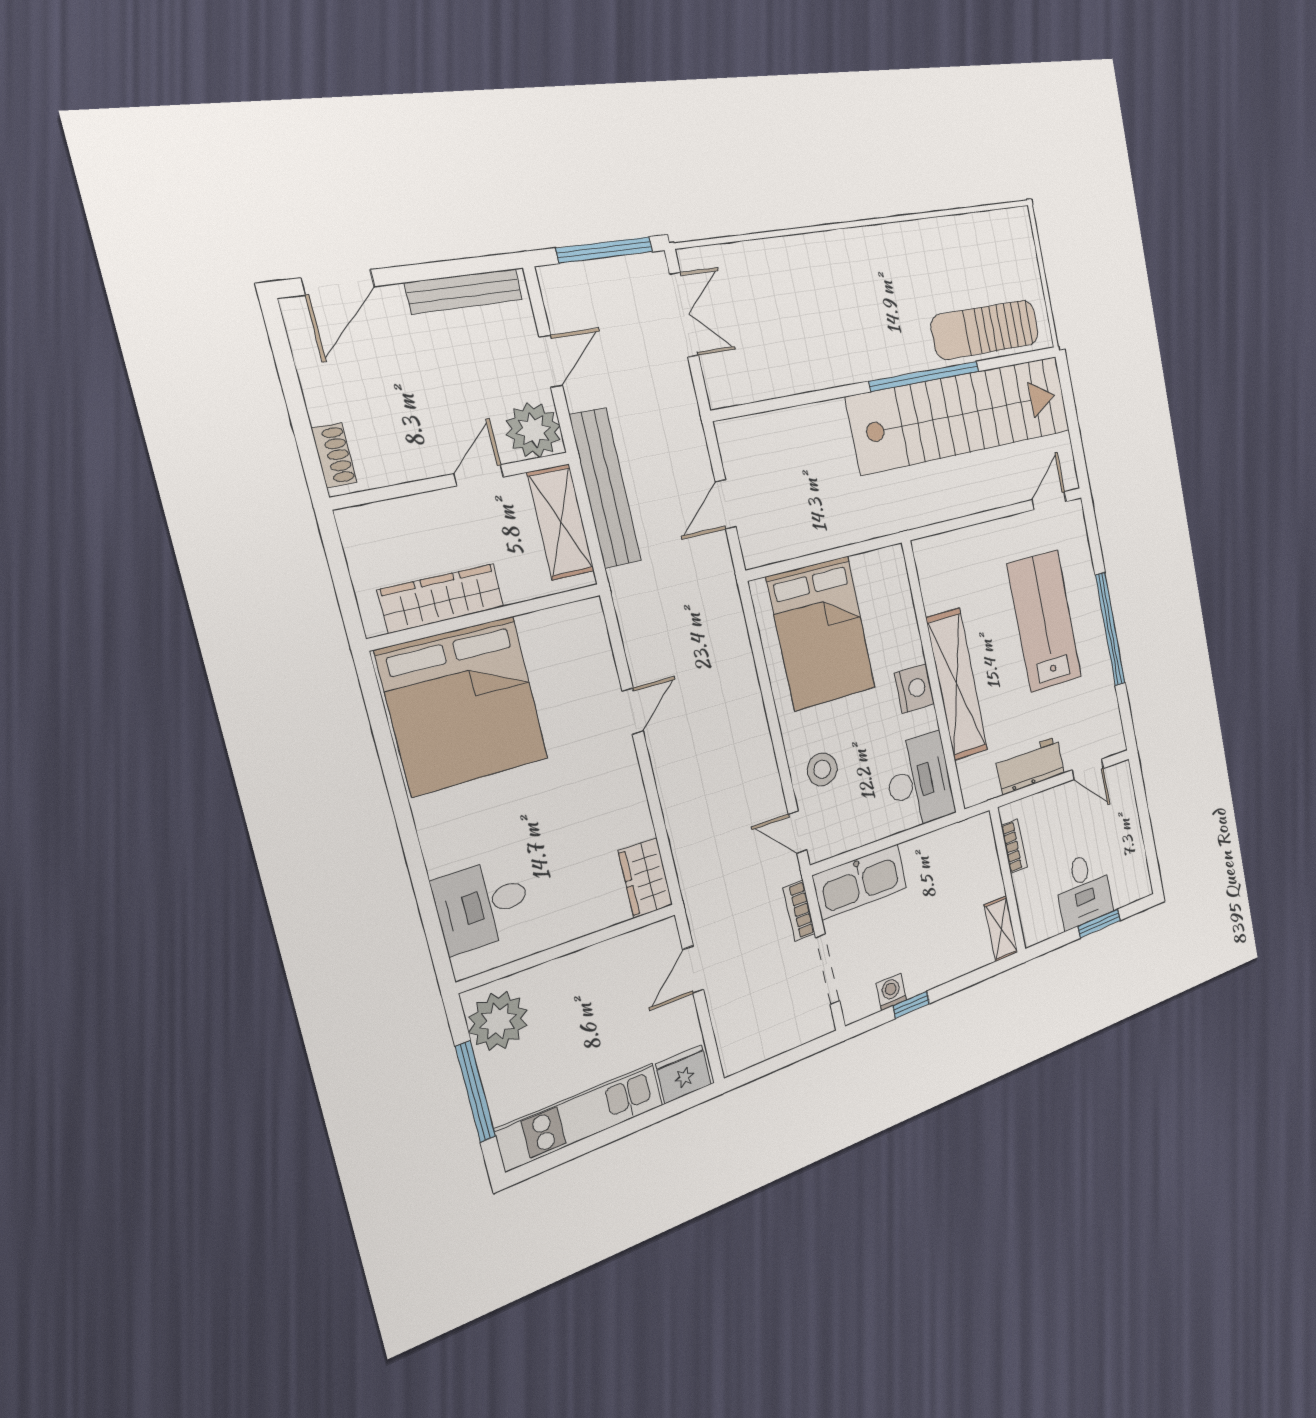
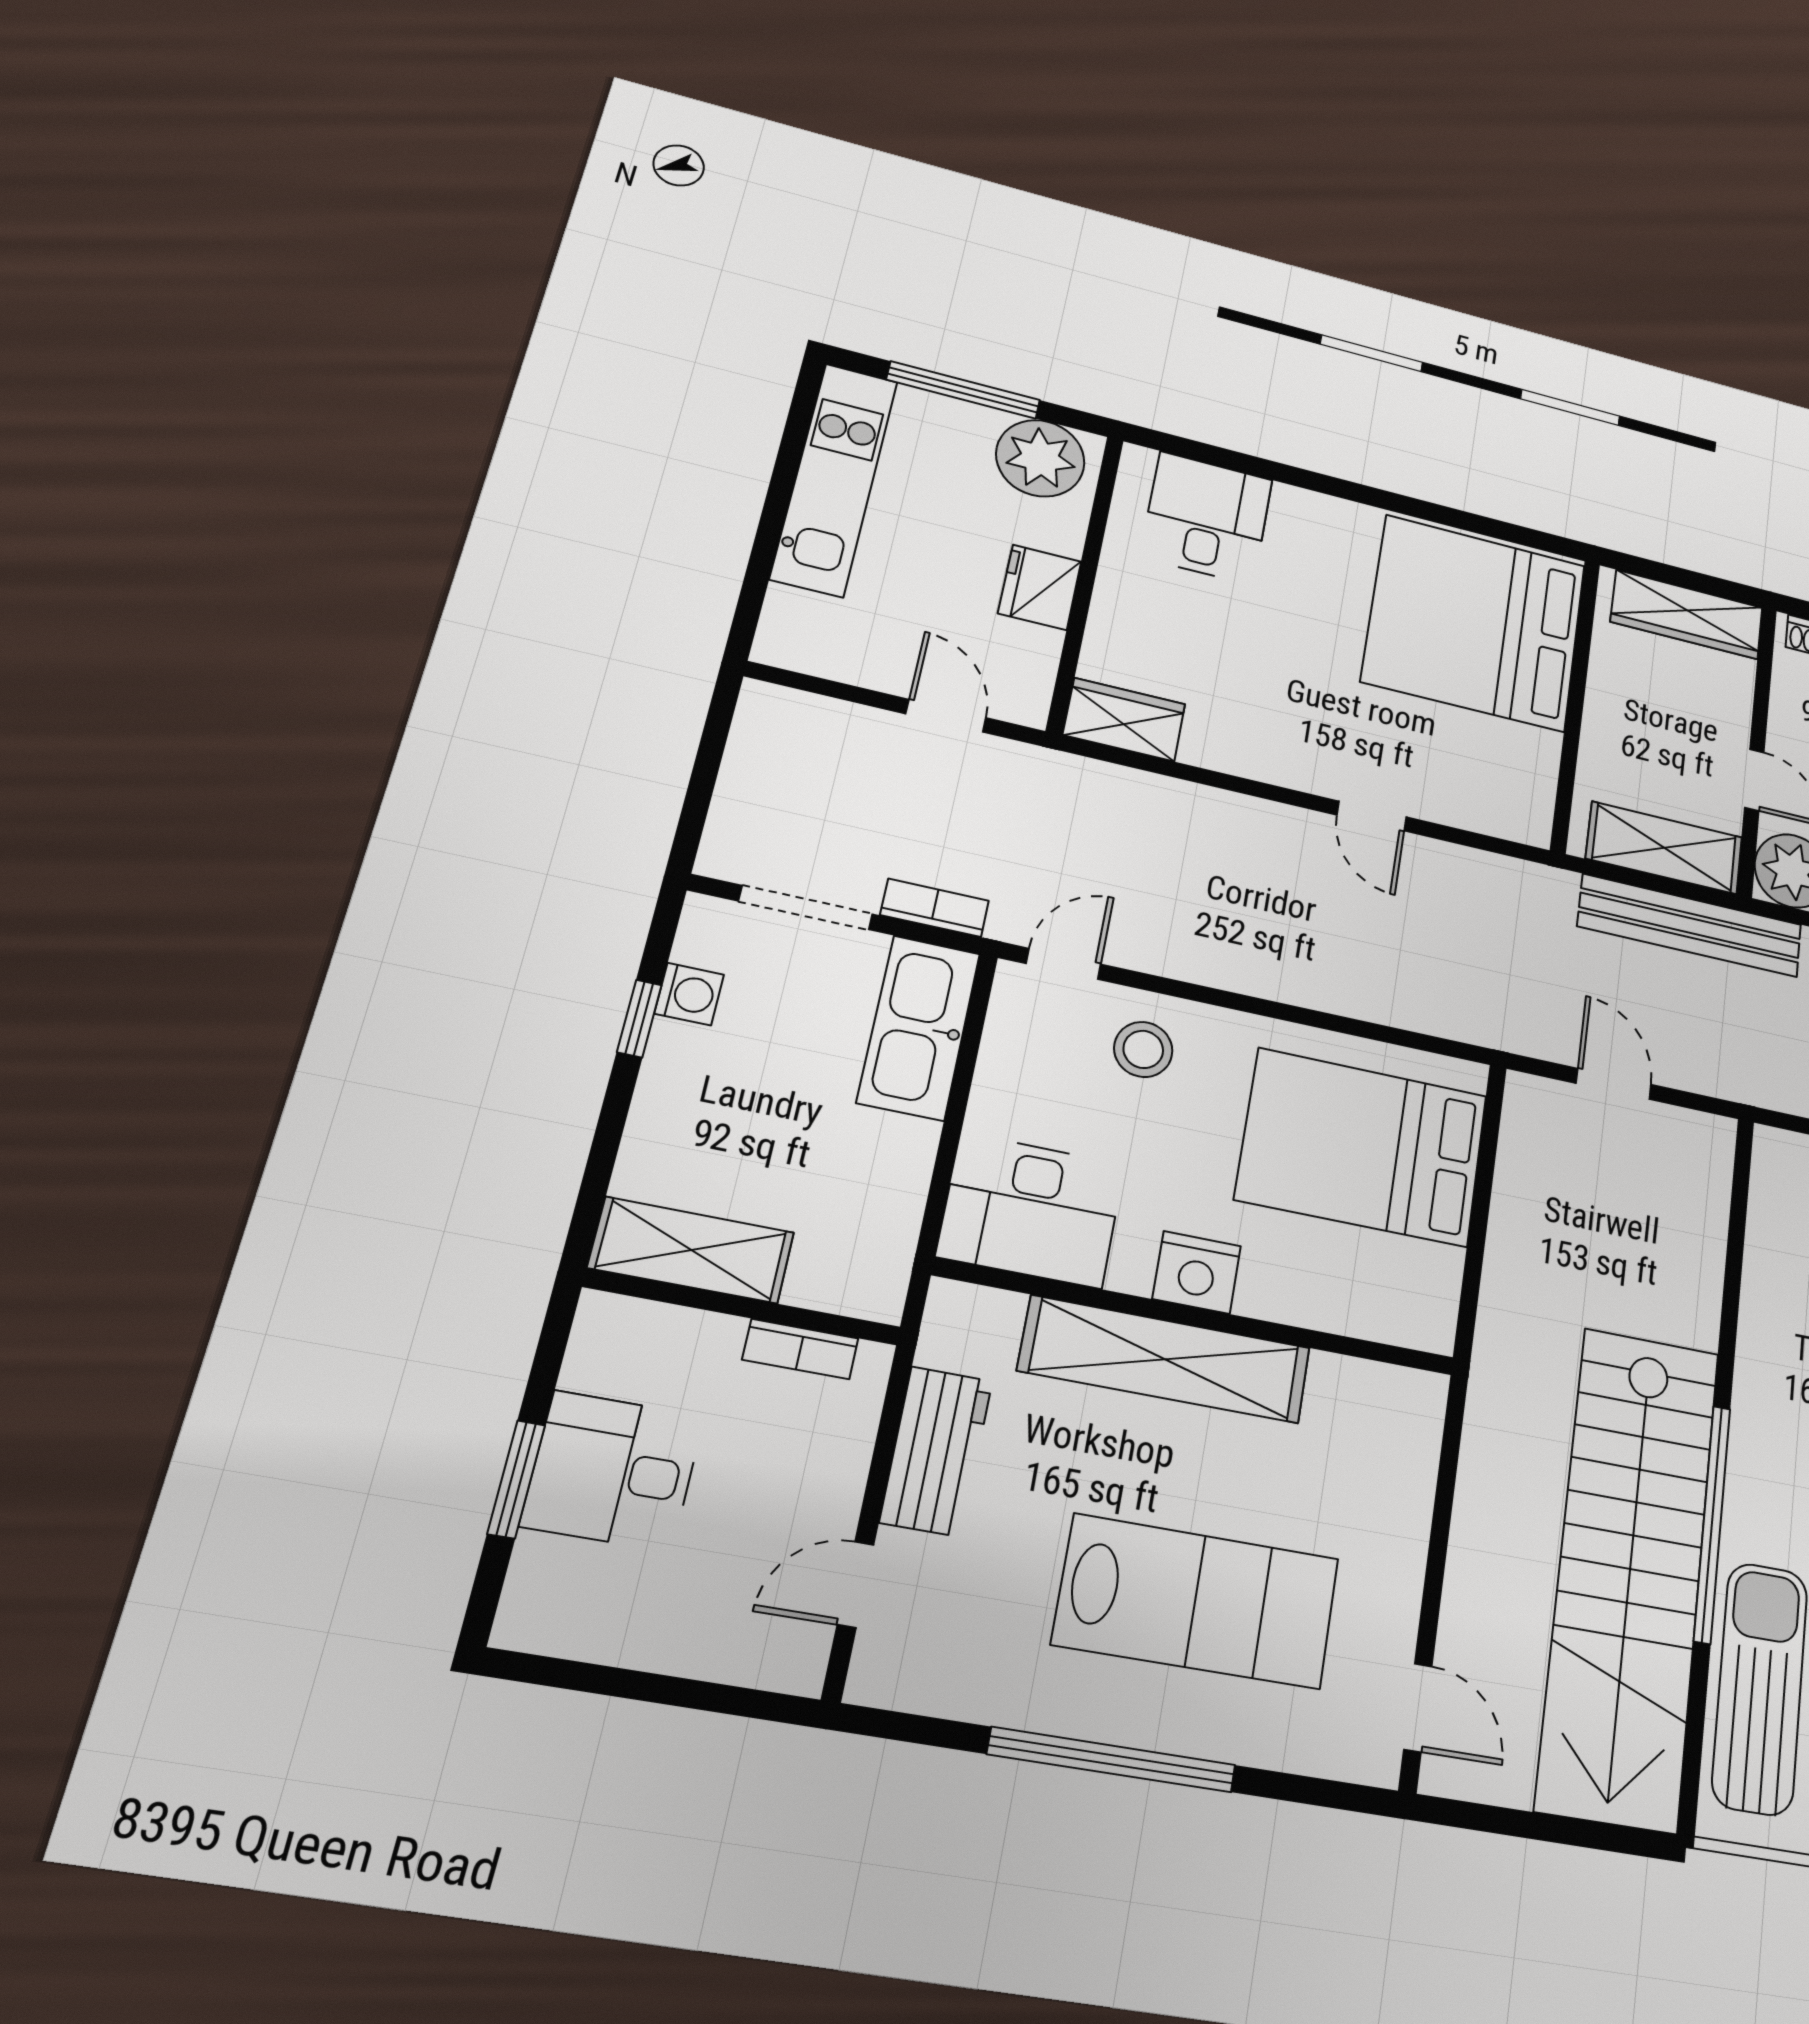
wardrobe: (442, 598) -> (1687, 615), moved, turned 90
shelving: (1001, 929) -> (691, 1250), width x1.50, depth x1.33
fridge: (684, 1074) -> (1040, 587), moved, turned 180

